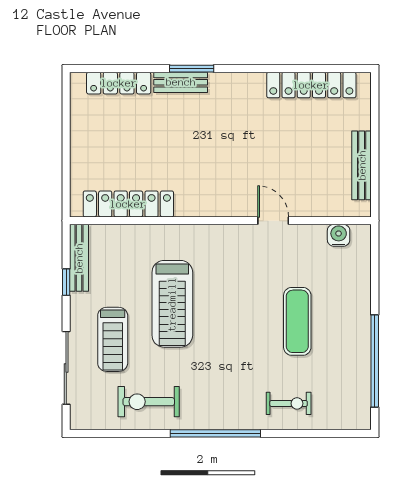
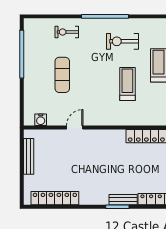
door: (273, 221) -> (75, 127), swing flipped
treadmill: (172, 304) -> (127, 84), width x0.73, depth x0.73
exercise bike: (149, 402) -> (122, 41), moved, turned 180

